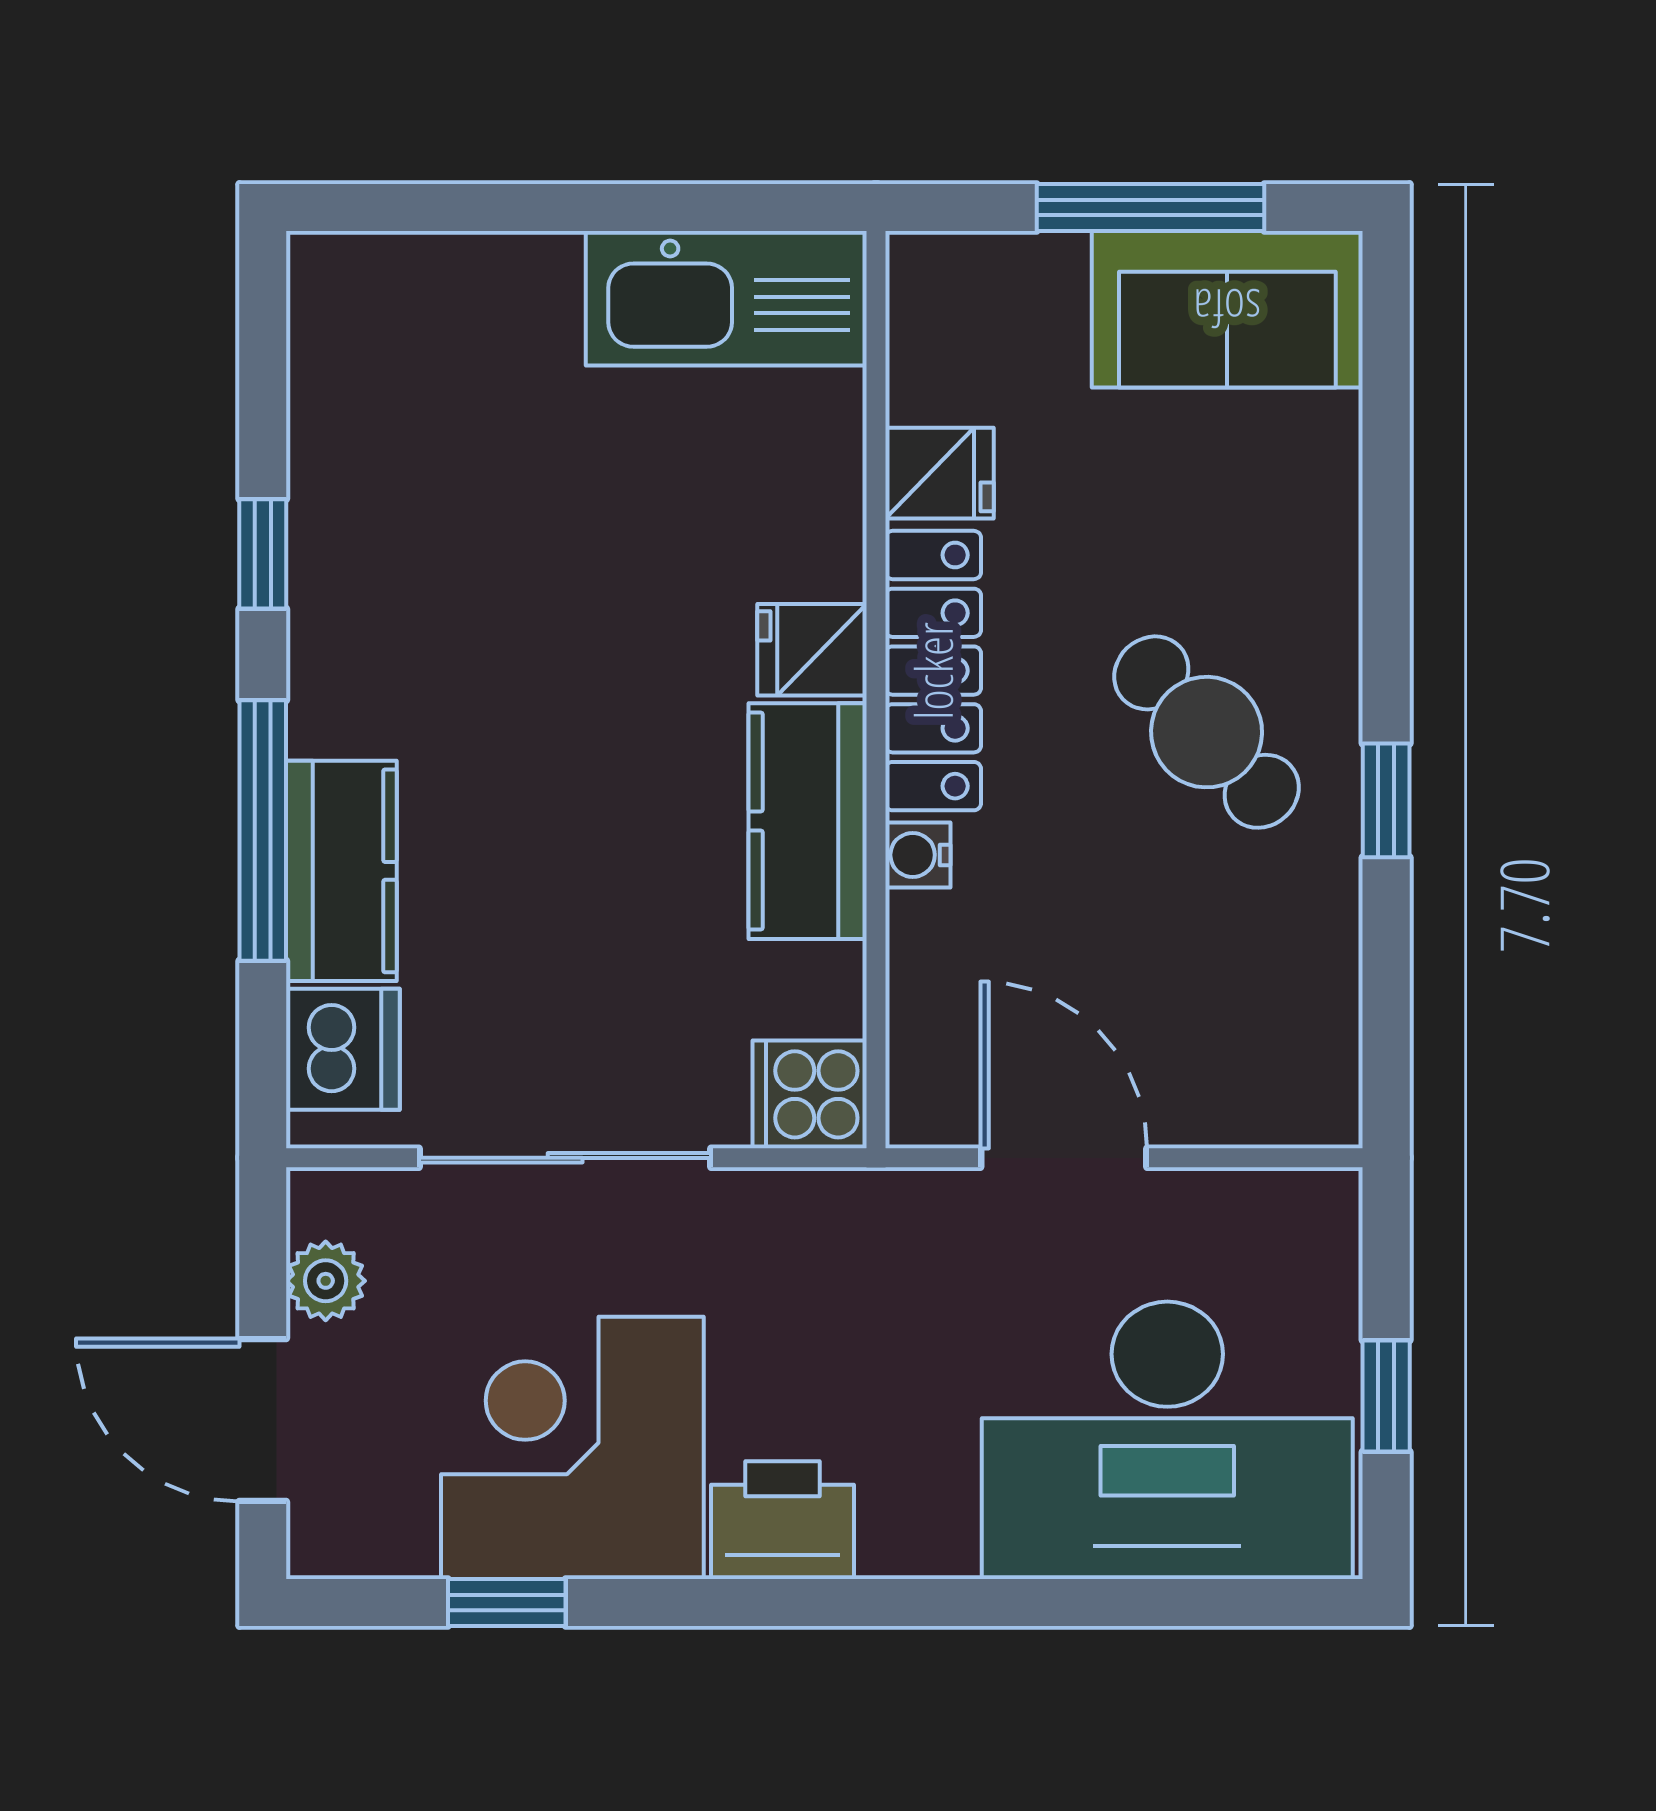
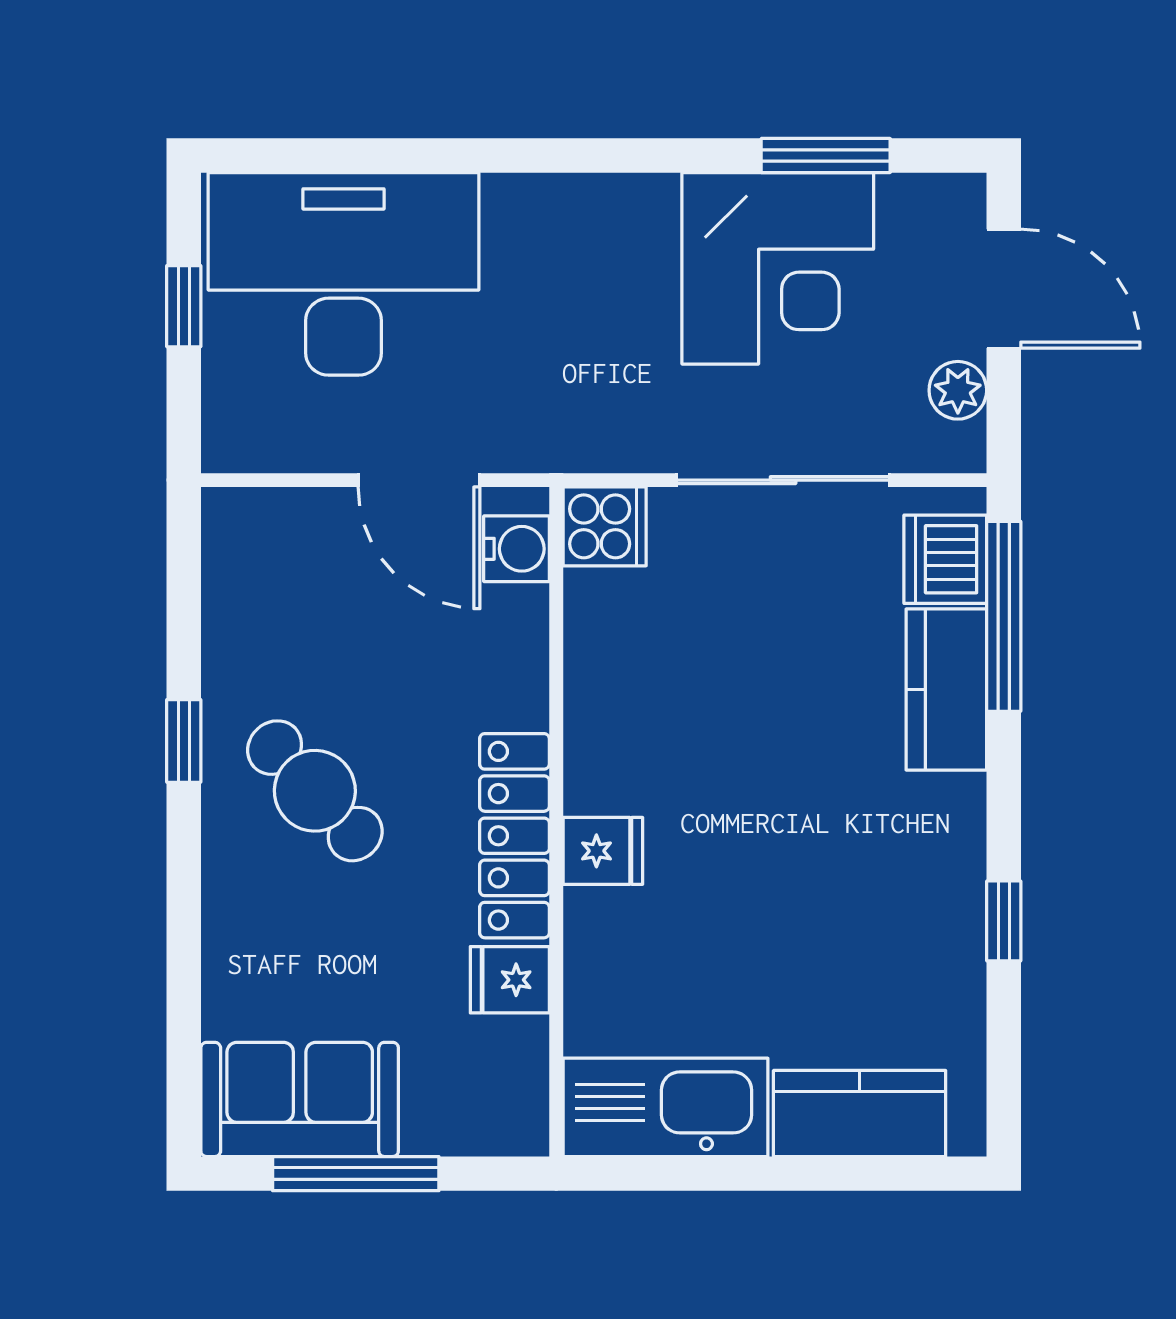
kitchen counter: (808, 821) -> (860, 1113), moved, turned -90
window: (263, 831) -> (1004, 616), moved
water cooler: (918, 855) -> (517, 549), moved, width x1.38, depth x1.38
printer: (782, 1520) -> (624, 216), removed
window: (507, 1602) -> (826, 156), width x1.50

